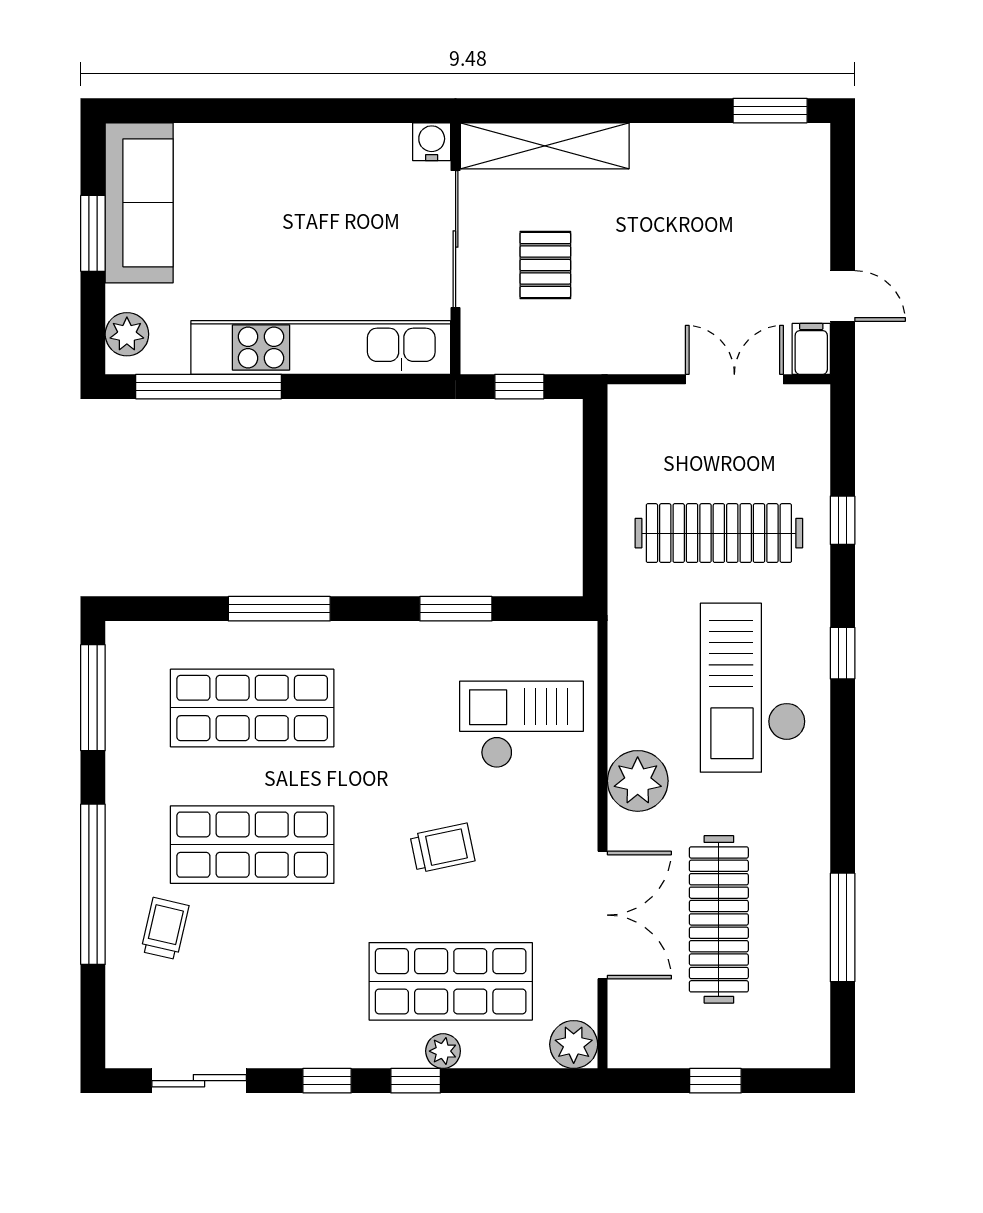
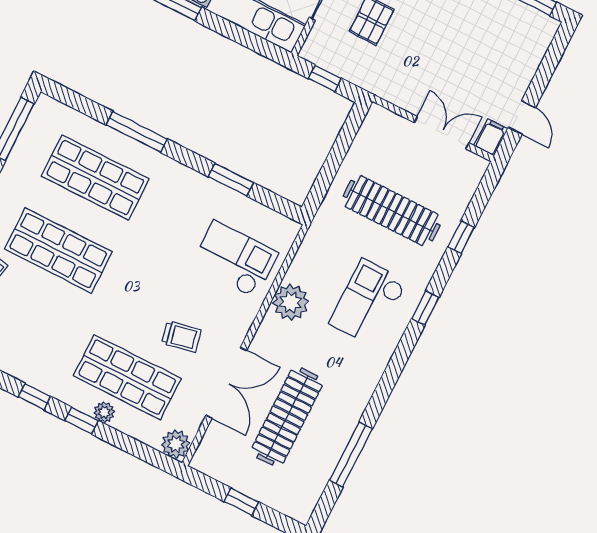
checkout: (753, 688) -> (368, 302), width x0.73, depth x0.83
plant: (638, 781) -> (291, 302), moved
trolley: (442, 848) -> (181, 337), moved

